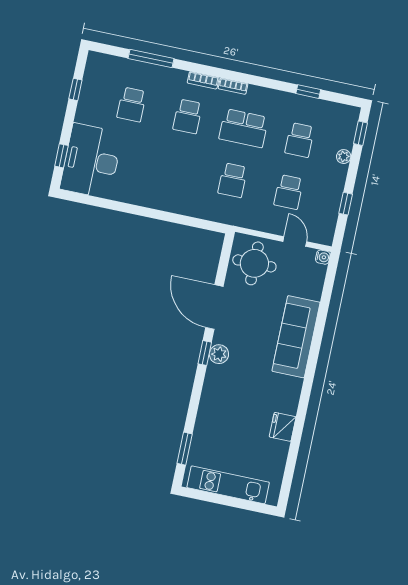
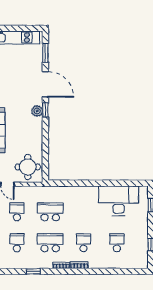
window: (151, 58) -> (111, 271), removed
window: (308, 92) -> (33, 271), moved
desk: (91, 161) -> (119, 201), moved, turned -90
school desk: (233, 180) -> (50, 212), width x1.85
door: (214, 307) -> (45, 84), moved

